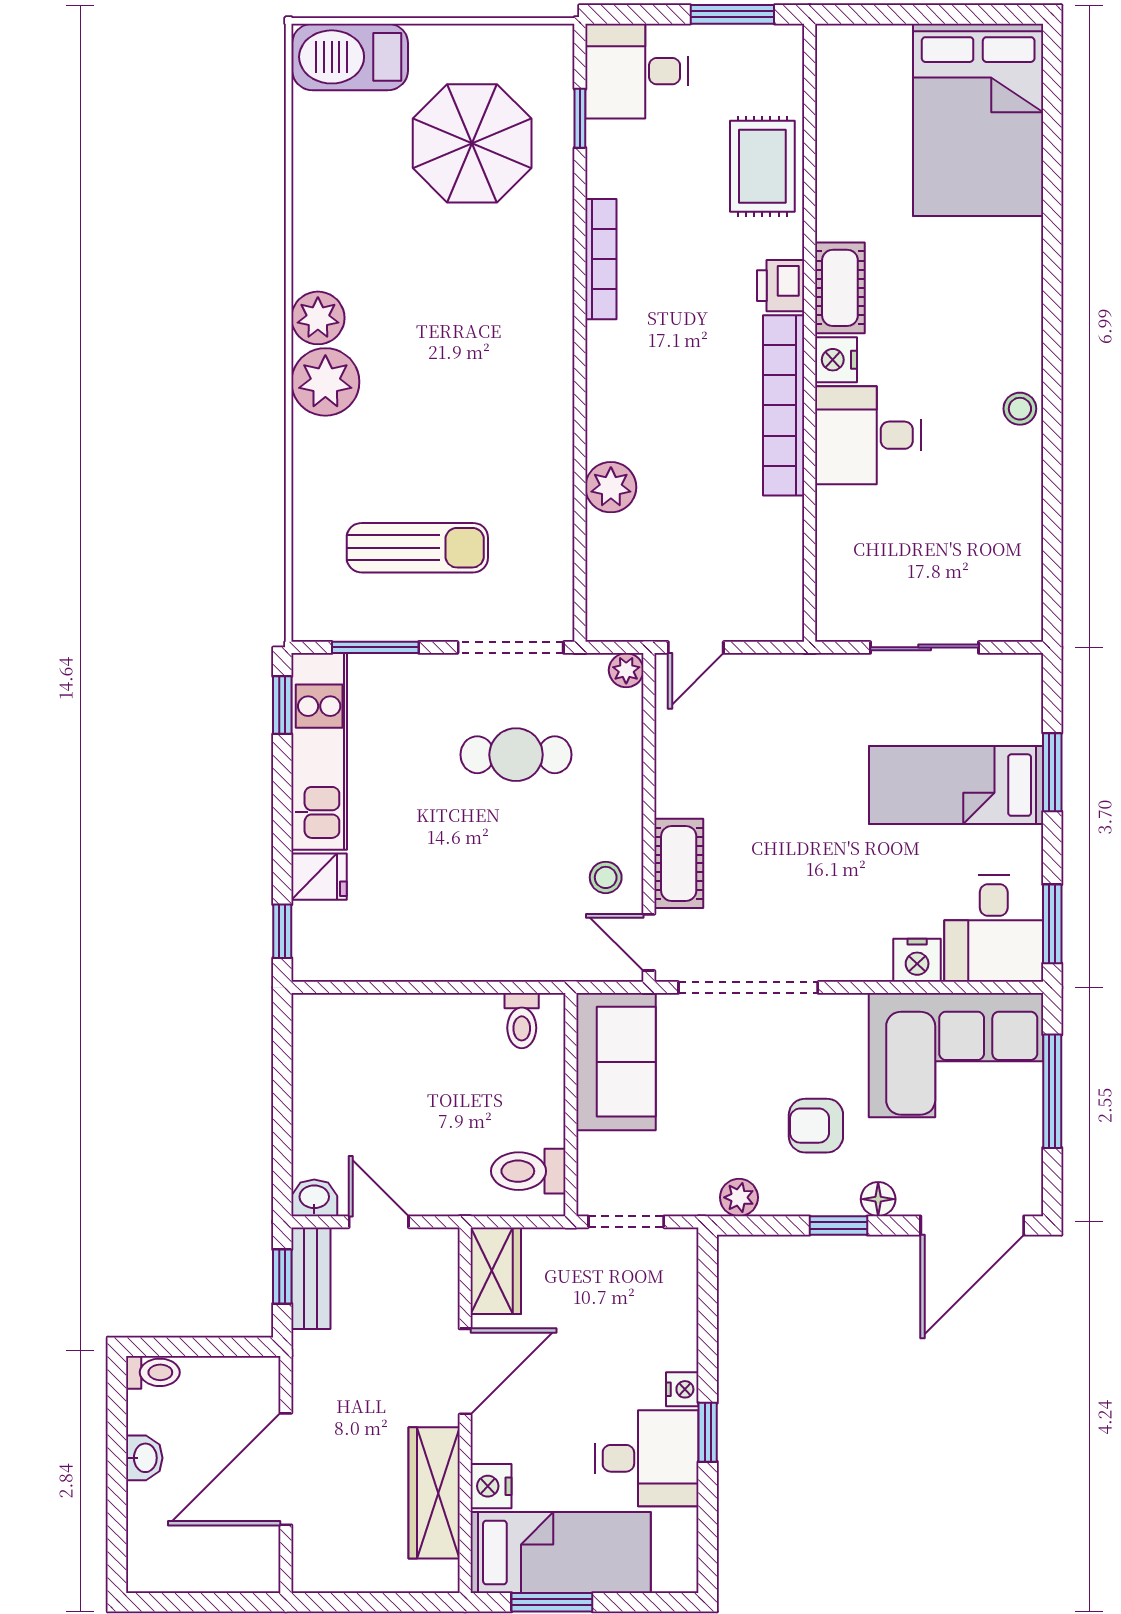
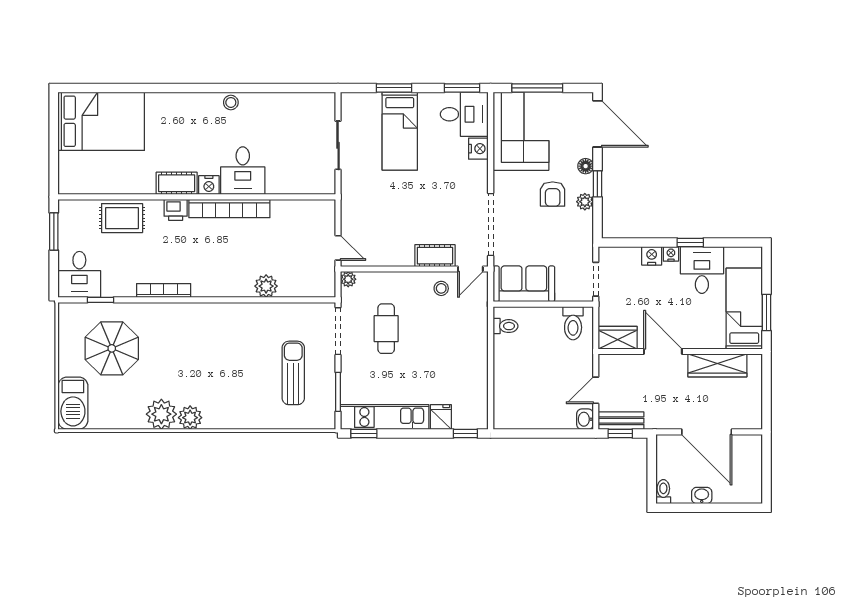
plant: (325, 382) -> (161, 414), moved
plant: (739, 1197) -> (585, 202), moved
nightstand: (491, 1486) -> (652, 256), moved, turned 180

